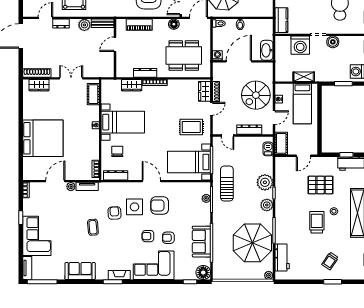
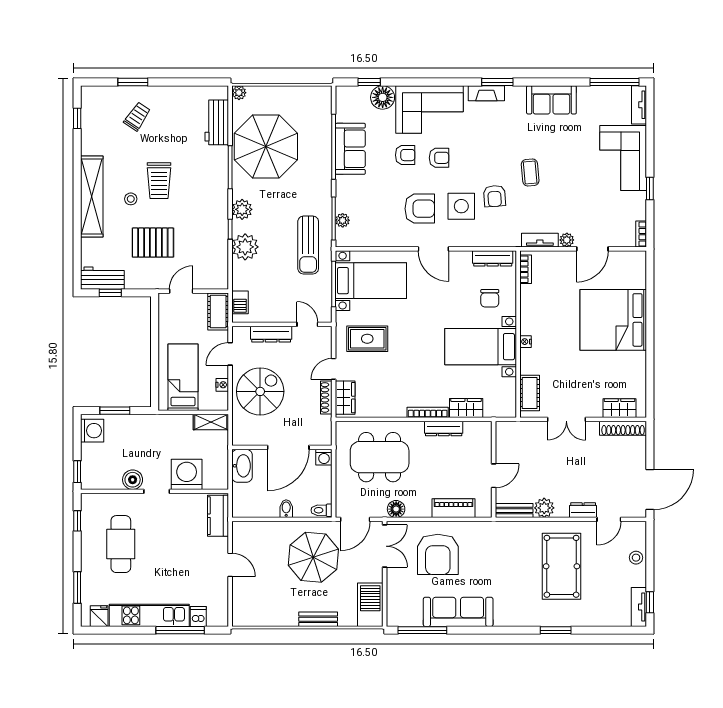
shelving: (304, 77) -> (211, 422), moved
floor lamp: (203, 273) -> (383, 97), moved

